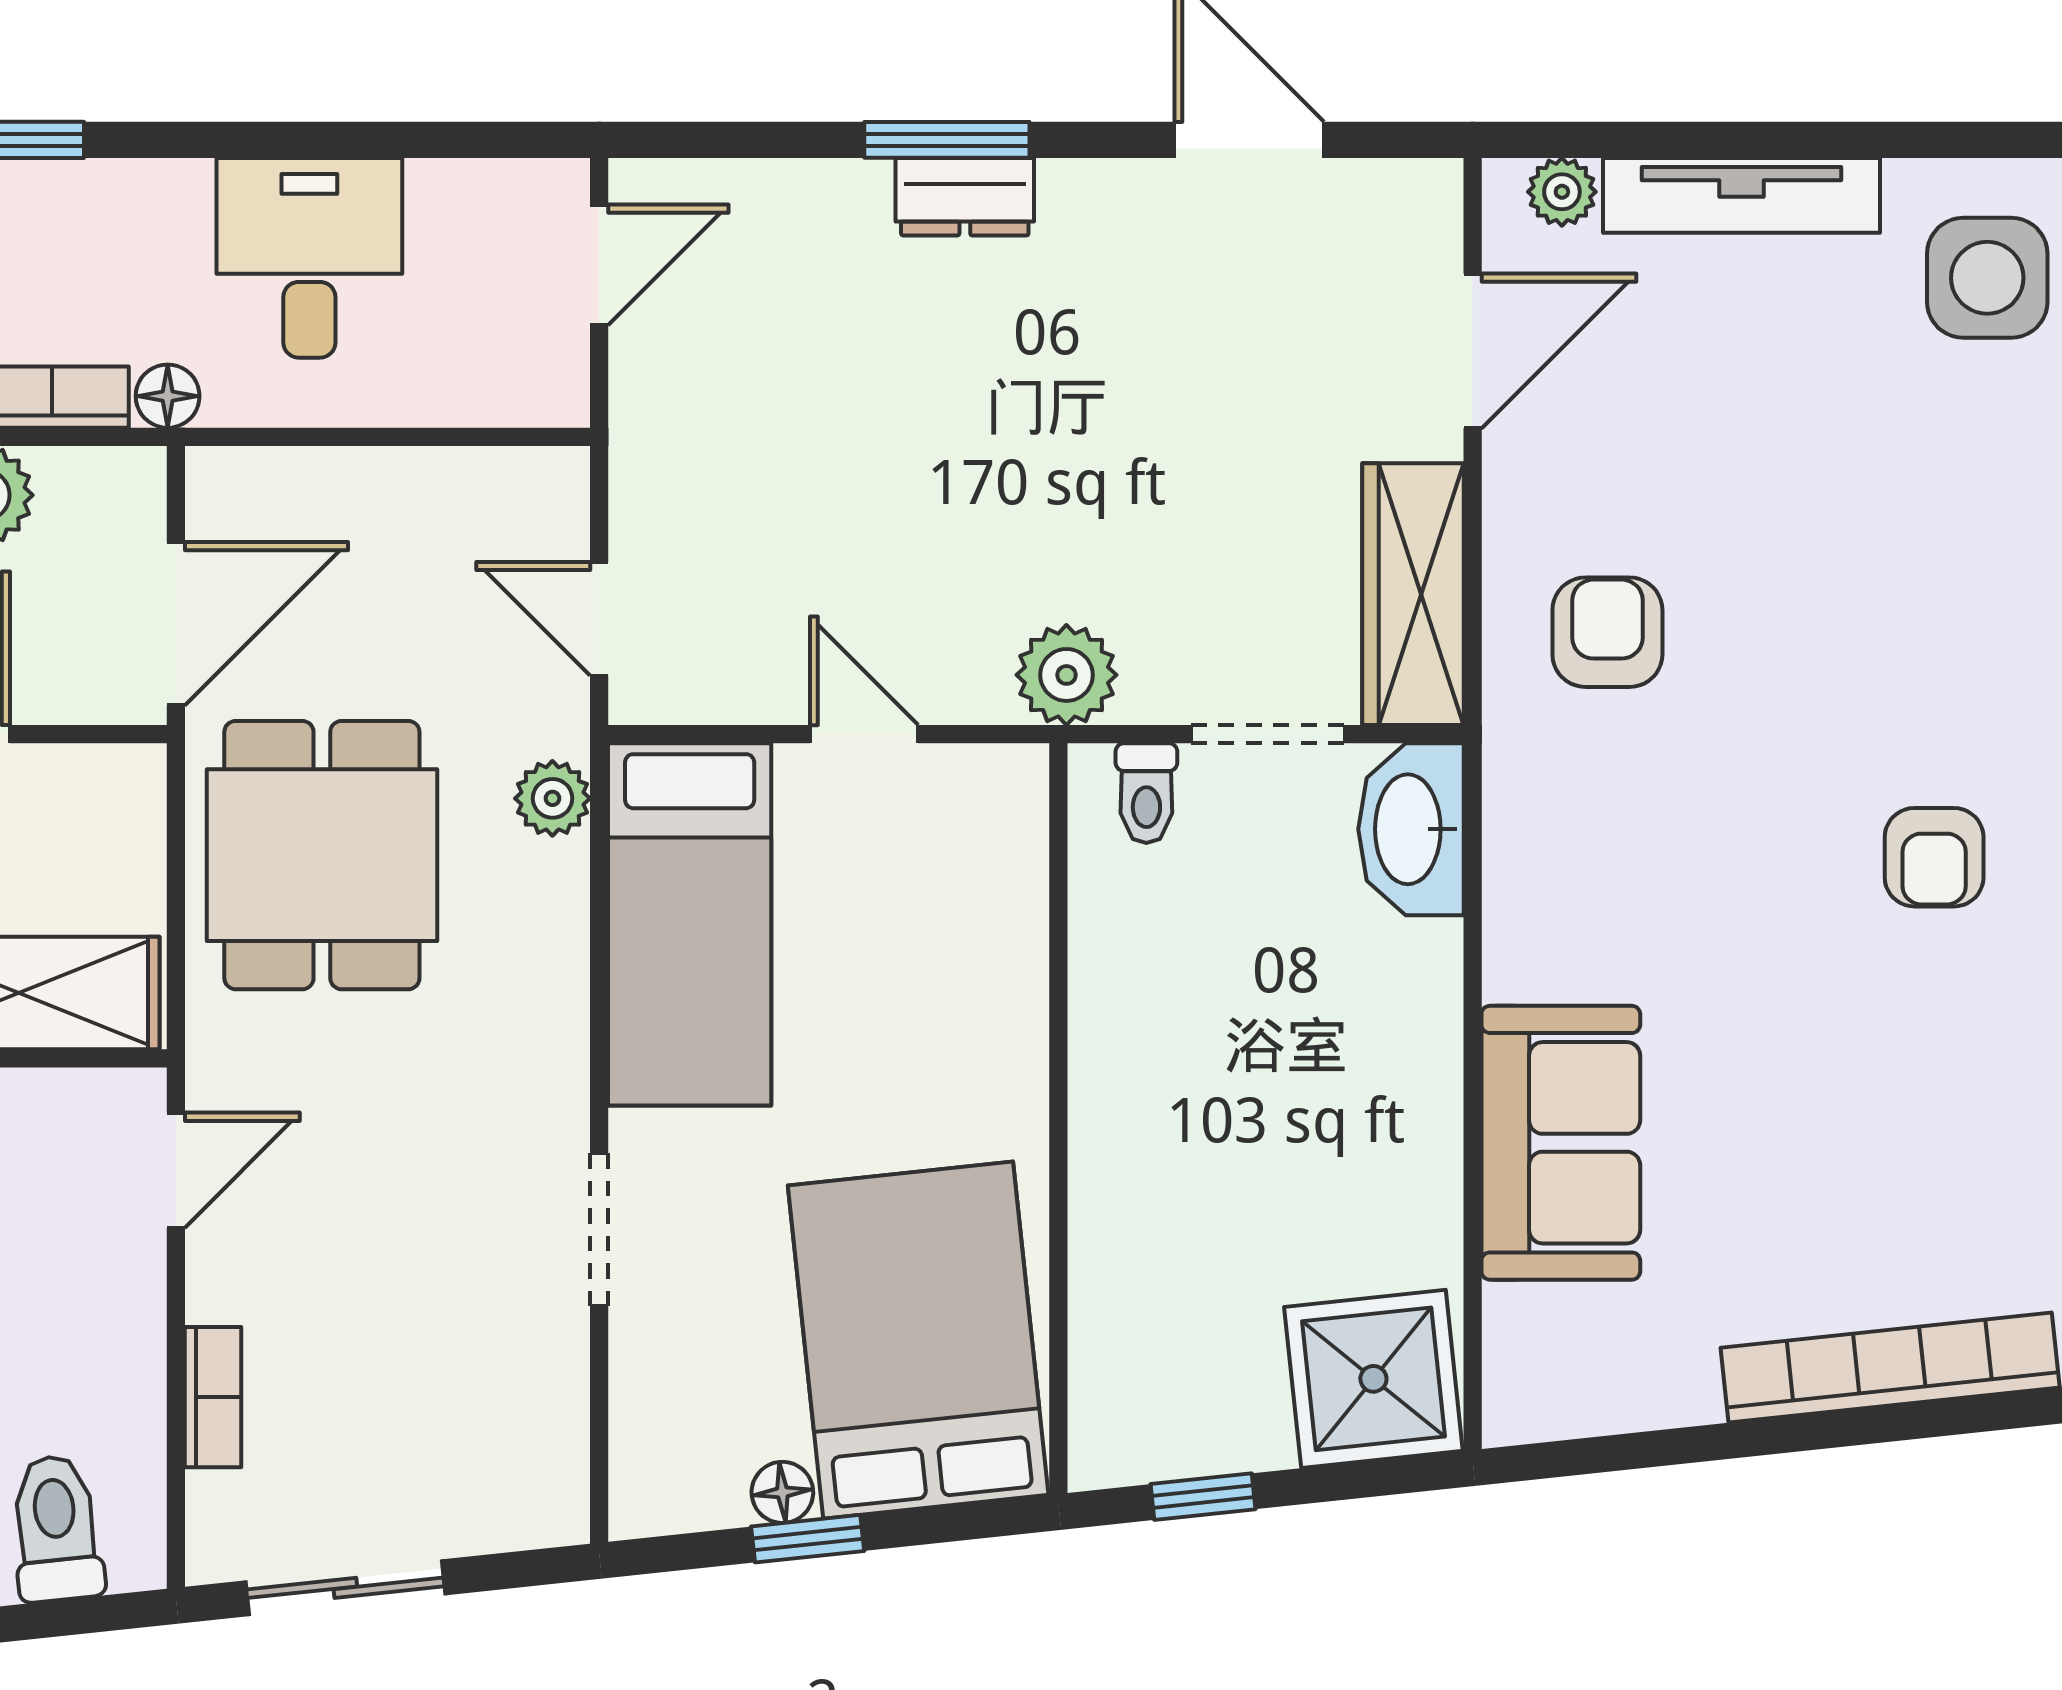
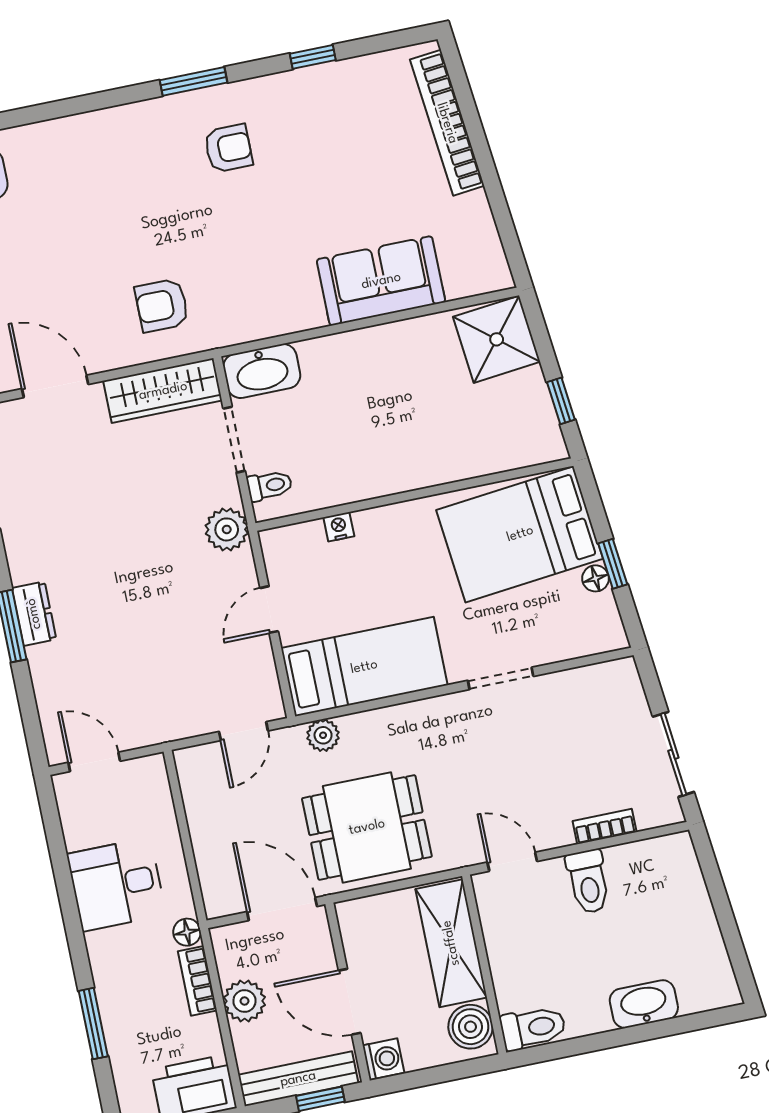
nightstand: (1020, 932) -> (339, 527), added
toilet: (56, 1528) -> (588, 882), moved, turned -84

